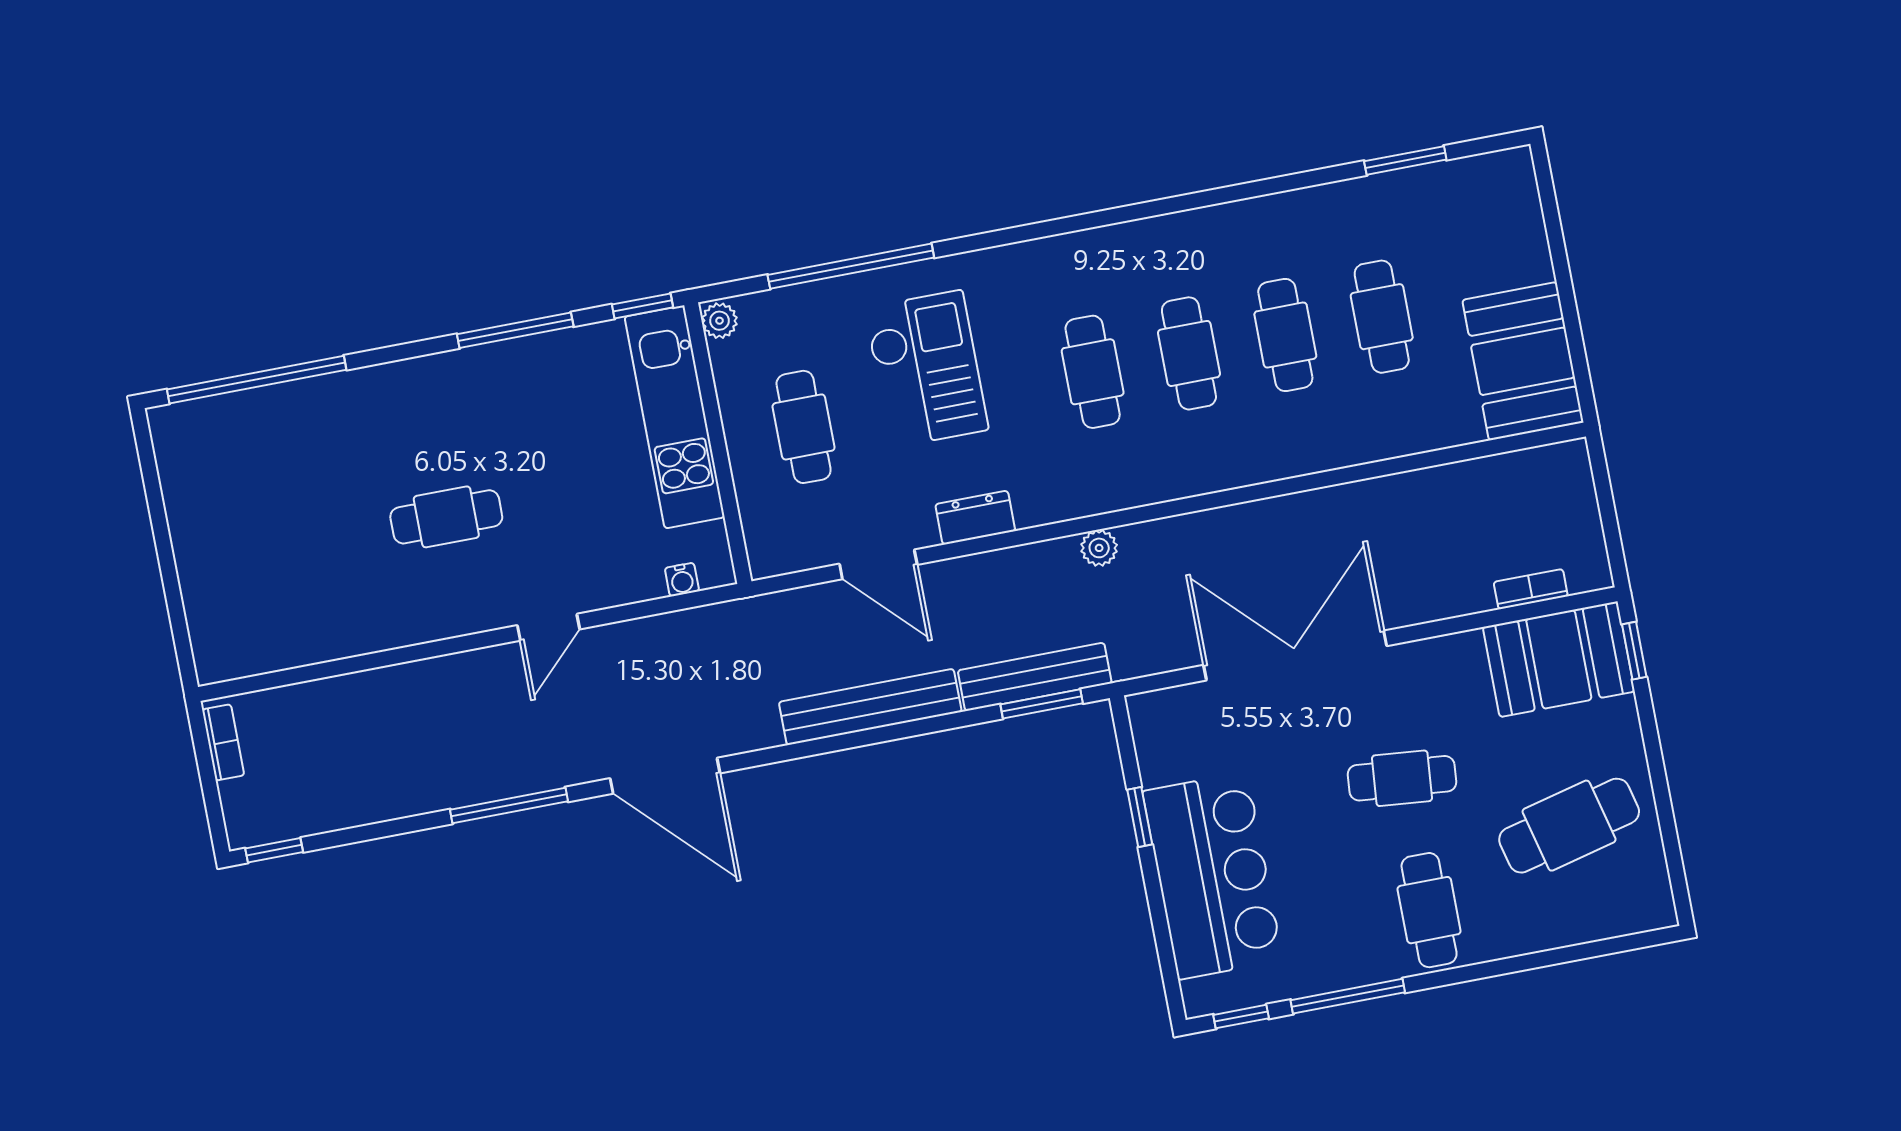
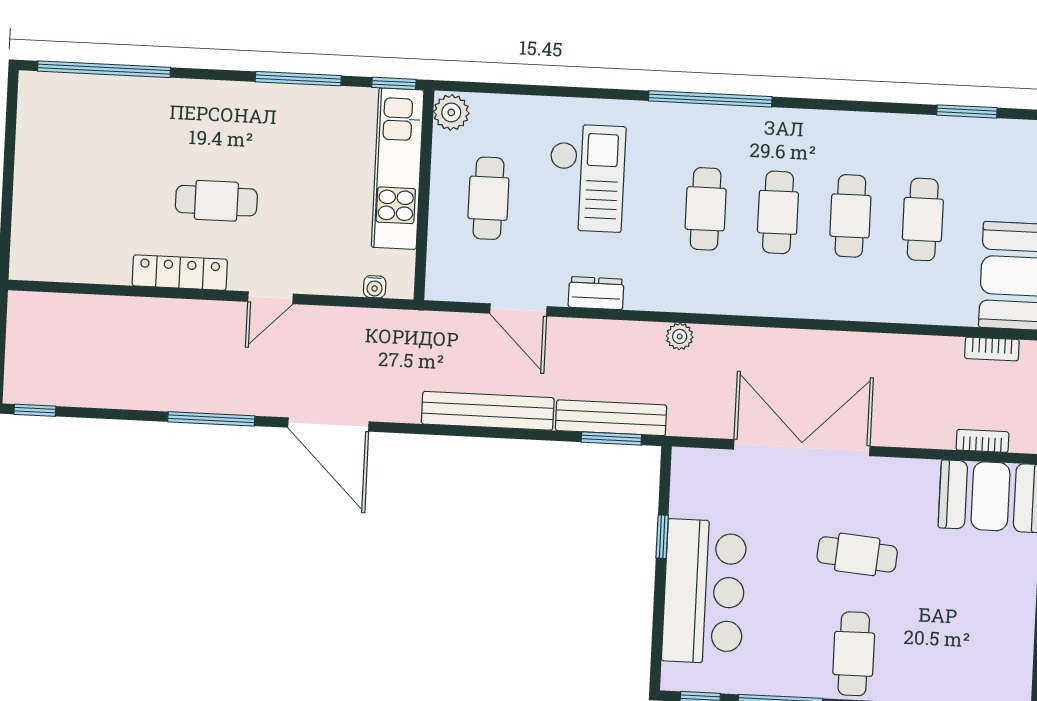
window: (851, 266) -> (710, 99), moved
plant: (719, 321) -> (451, 112), width x1.38, depth x1.38
locker: (421, 623) -> (180, 273), added
bookcase: (223, 742) -> (992, 349), moved, turned 90
cafe table: (1569, 826) -> (969, 617), removed

